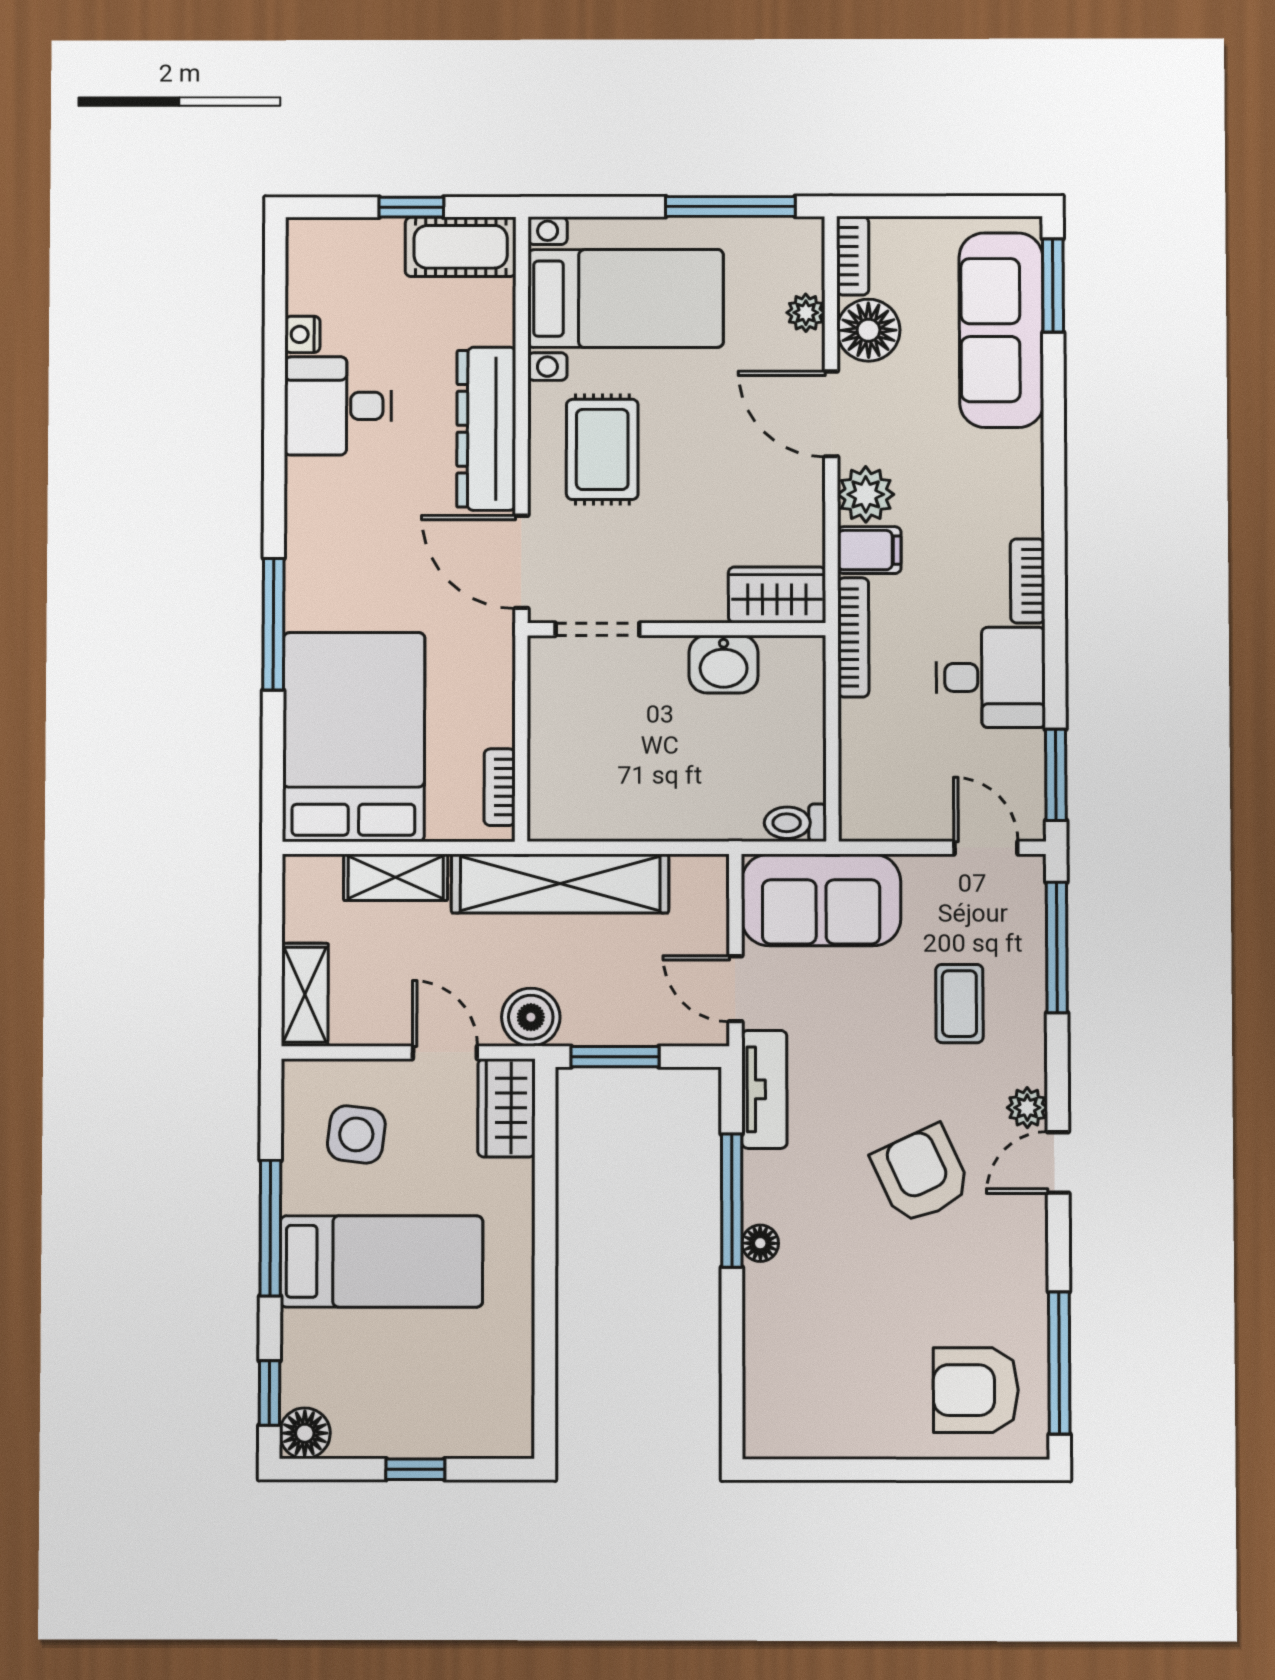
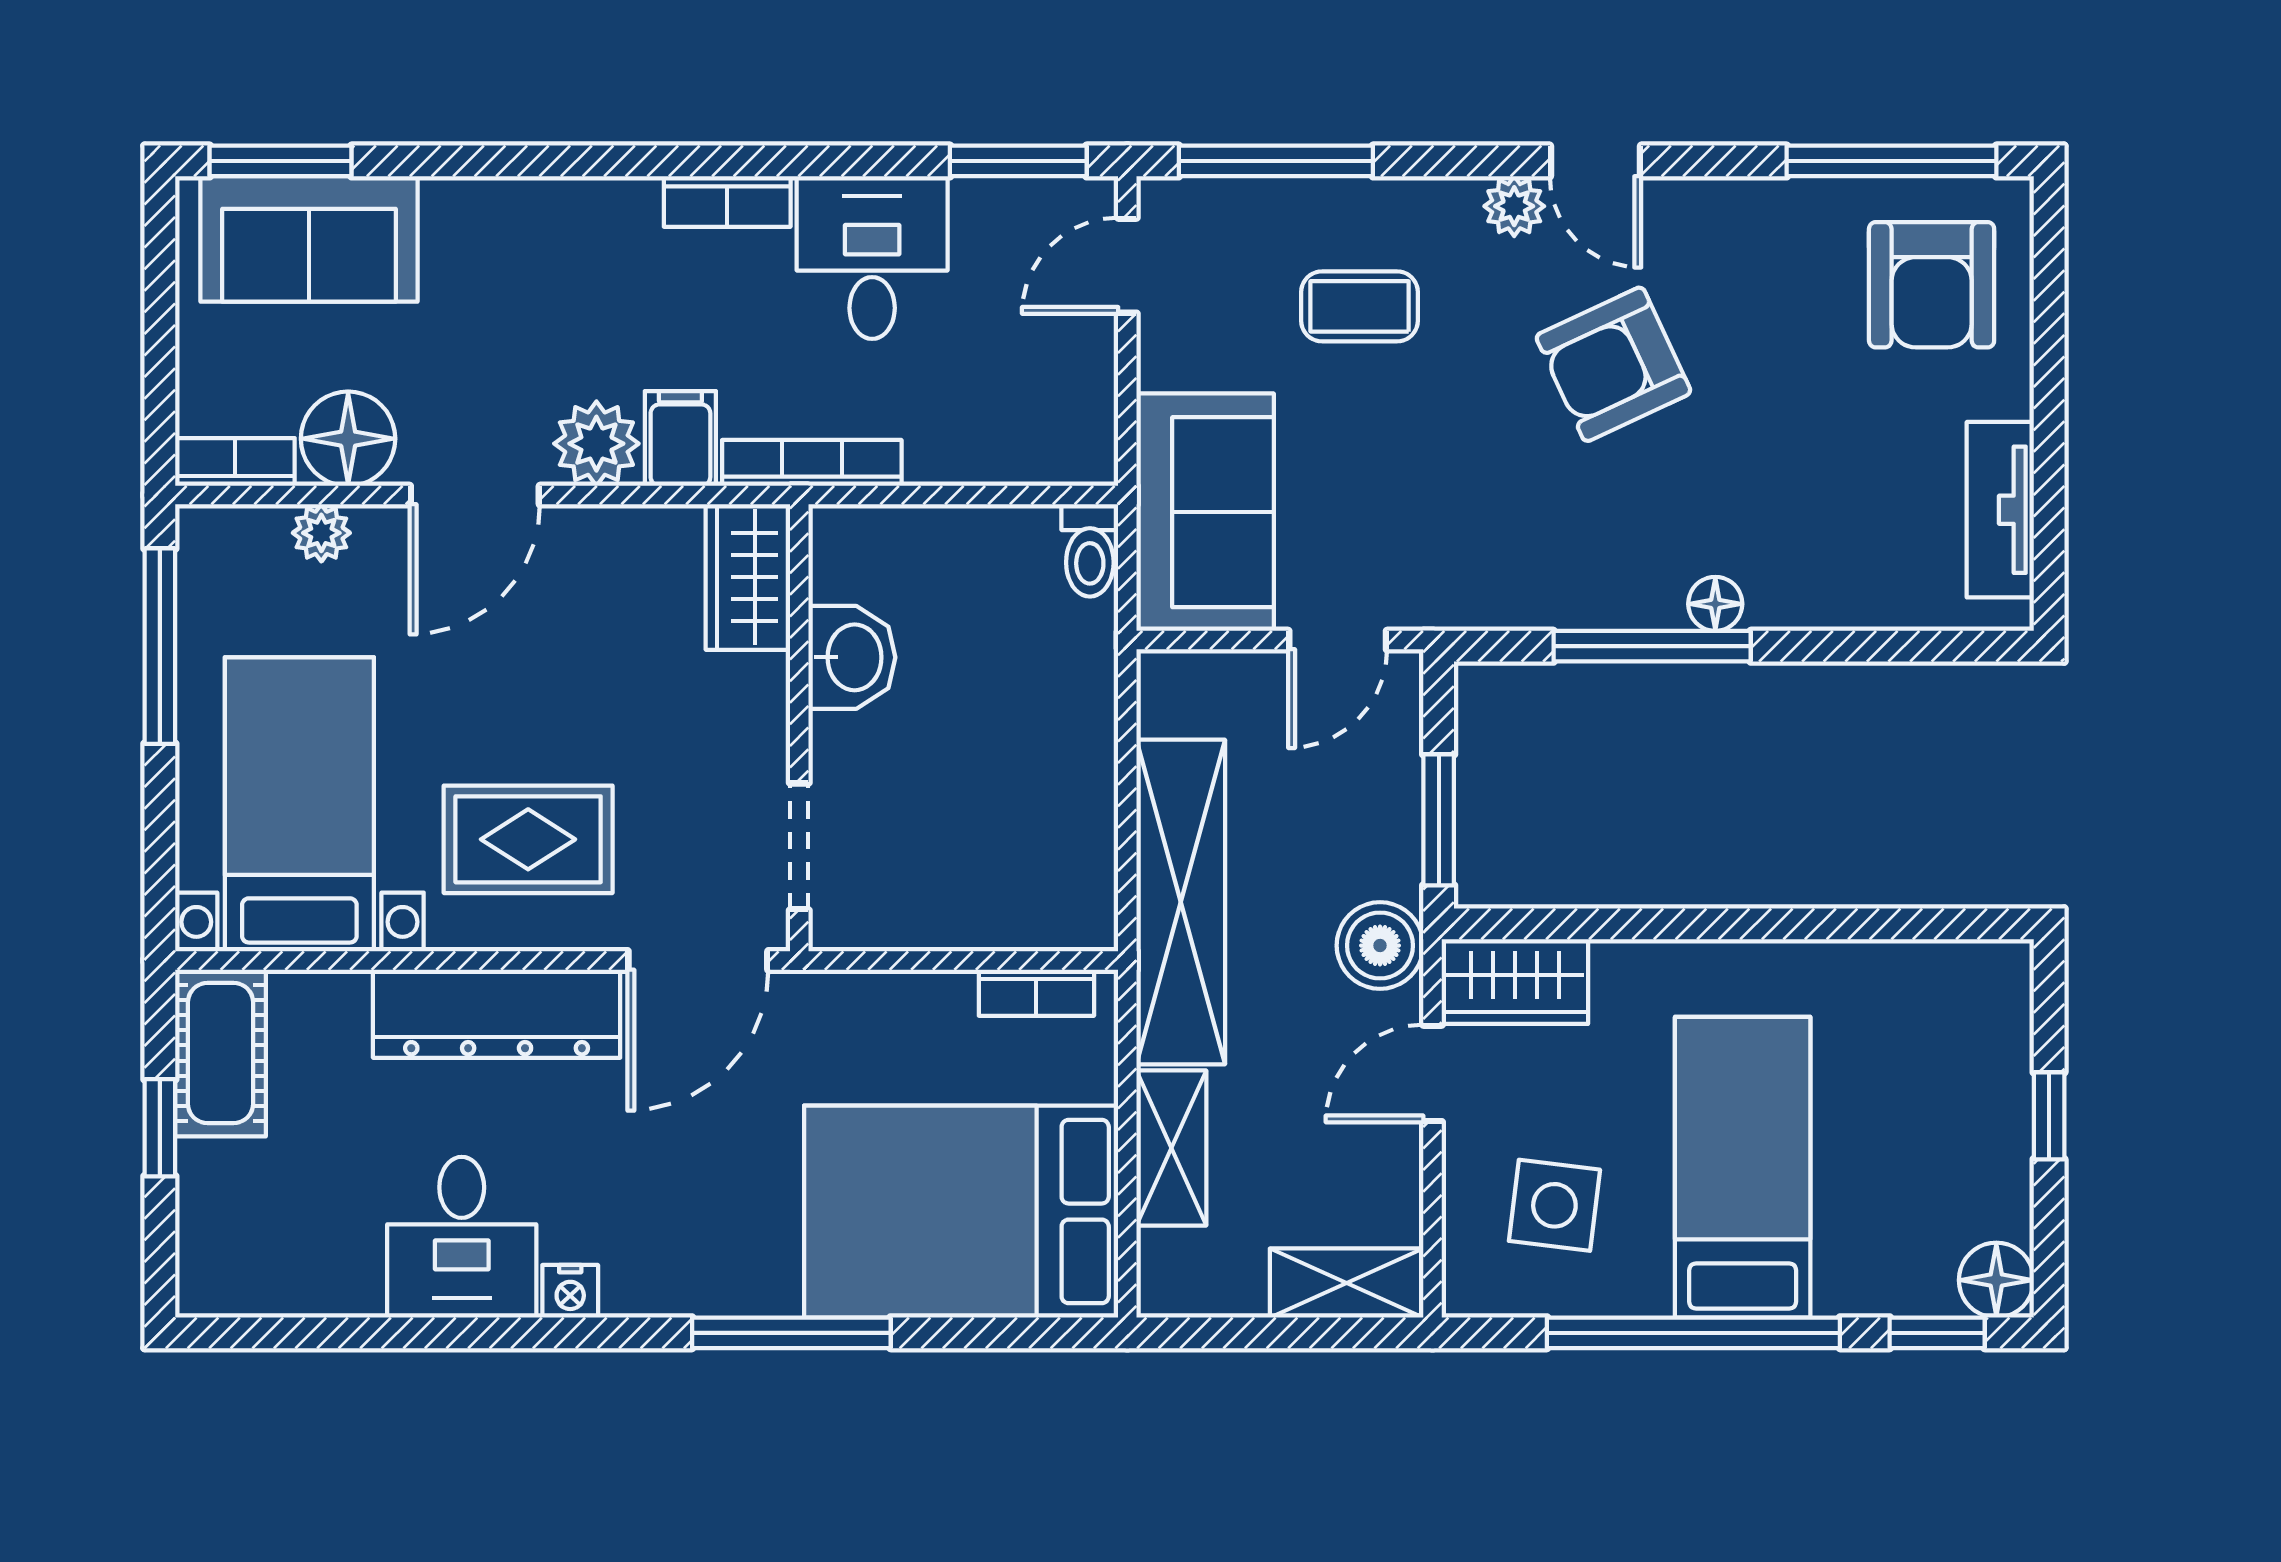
sofa: (1001, 330) -> (309, 239), width x0.73
nightstand: (302, 334) -> (570, 1291), moved
tv unit: (764, 1089) -> (2000, 510), moved, turned -90
window: (270, 1228) -> (1693, 1333), width x1.46

